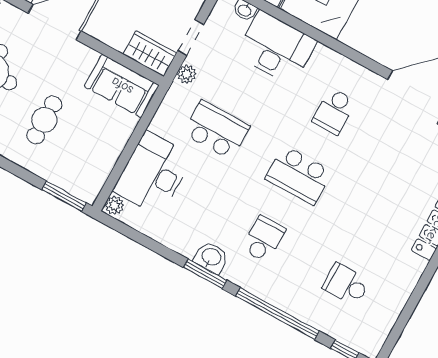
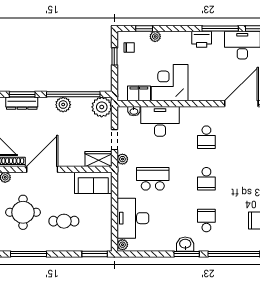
cafe table: (44, 120) -> (64, 221), turned 90
school desk: (299, 175) -> (206, 179), width x0.54

